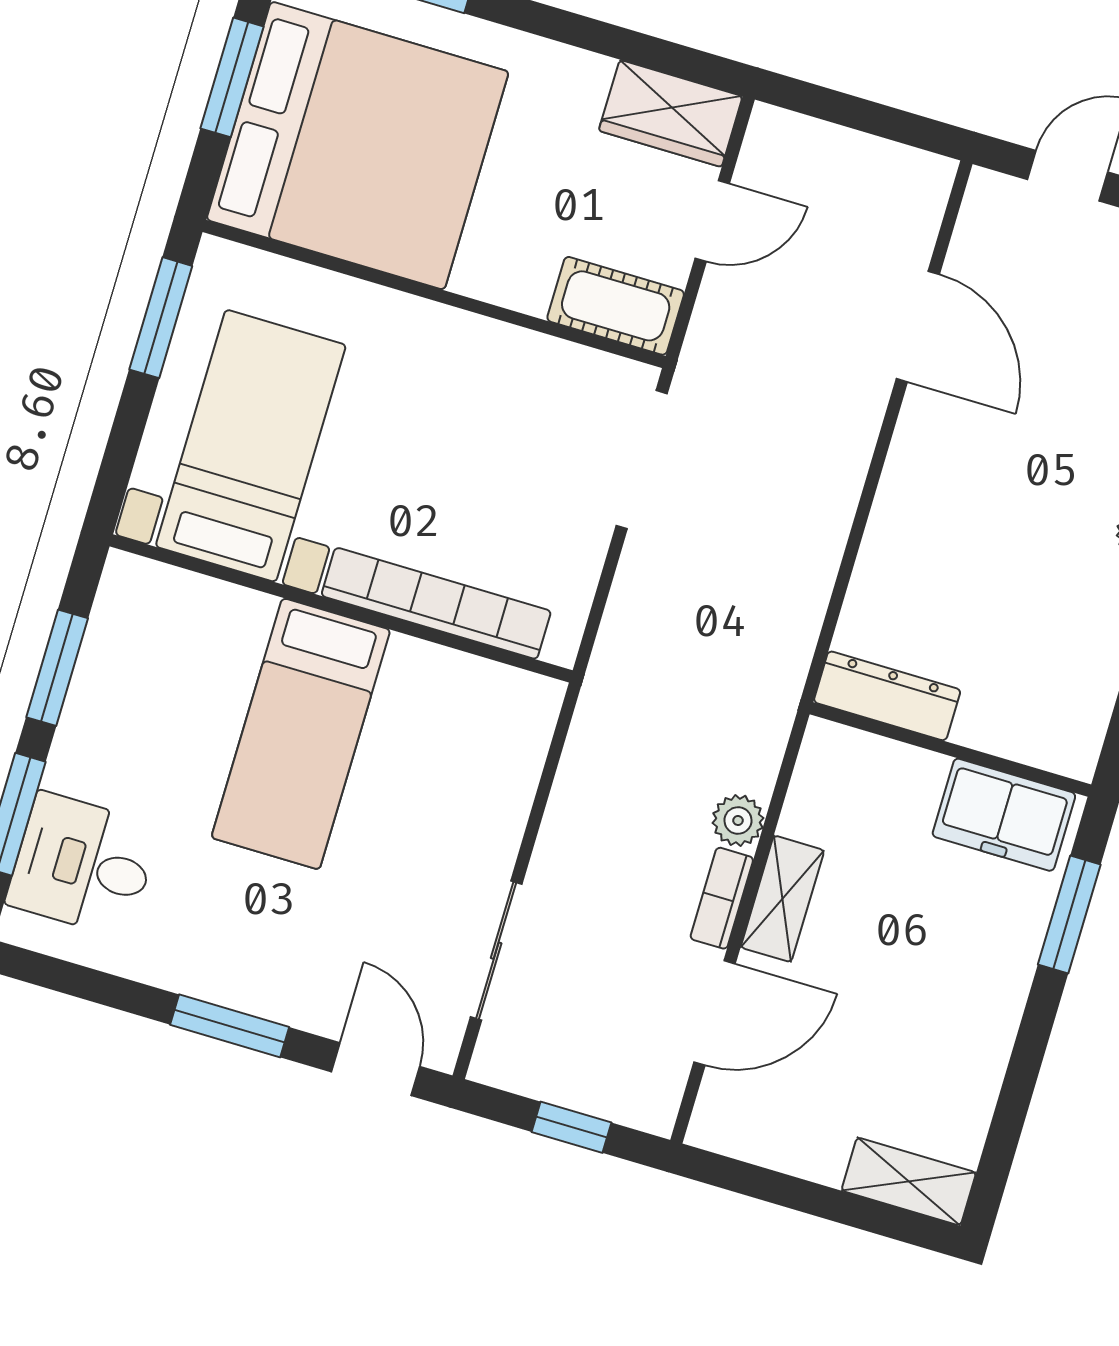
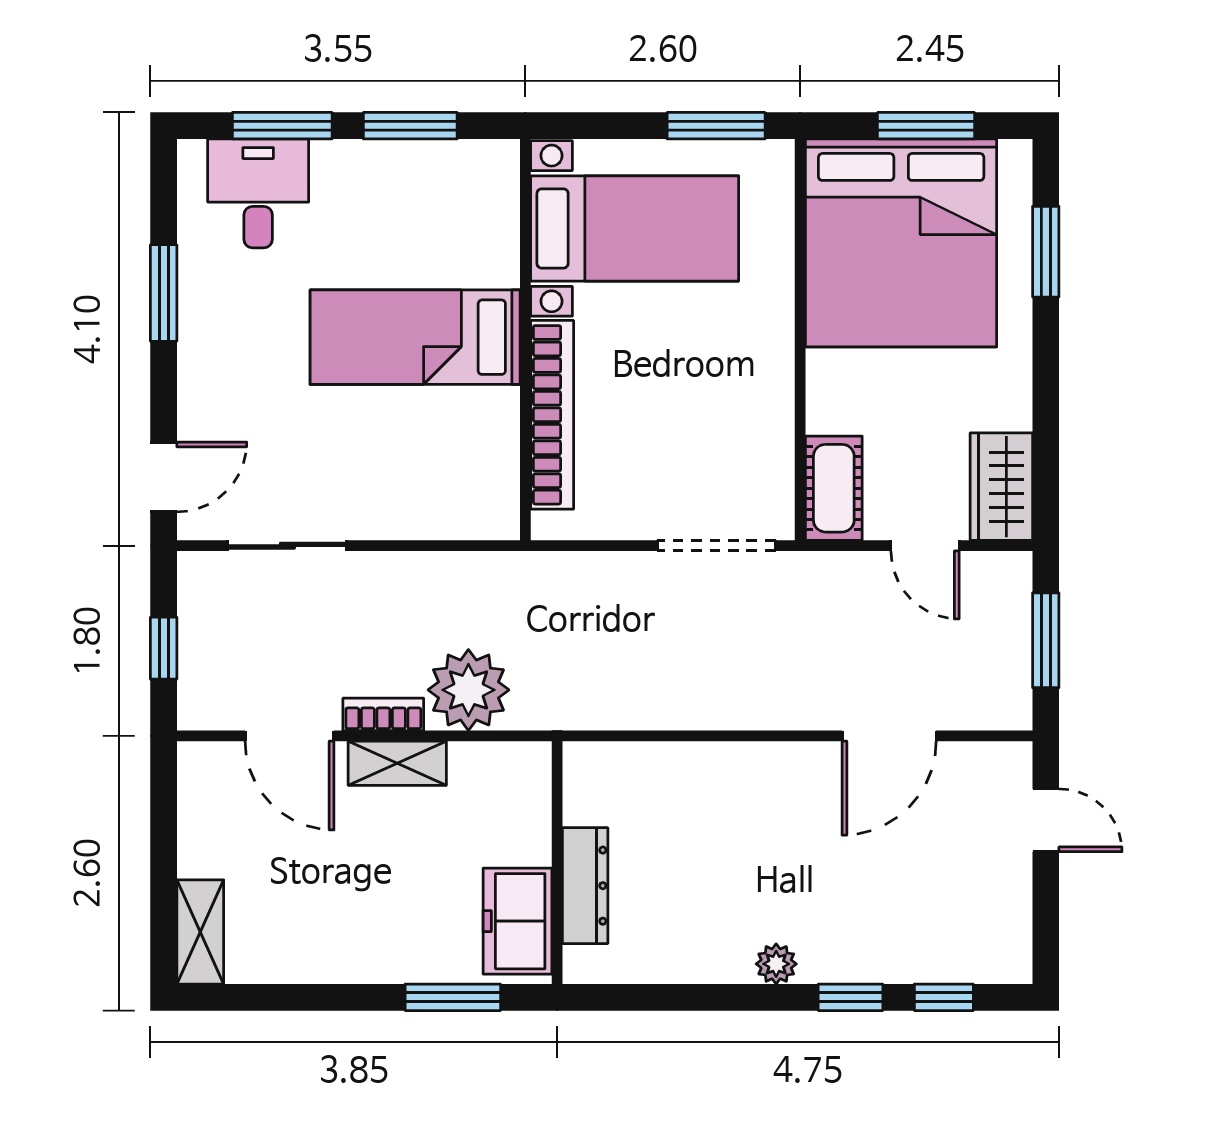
window: (861, 115) -> (1046, 640), added
dresser: (887, 696) -> (585, 886), moved
plant: (738, 820) -> (468, 690), width x1.87, depth x1.87
window: (230, 1026) -> (164, 293), moved

